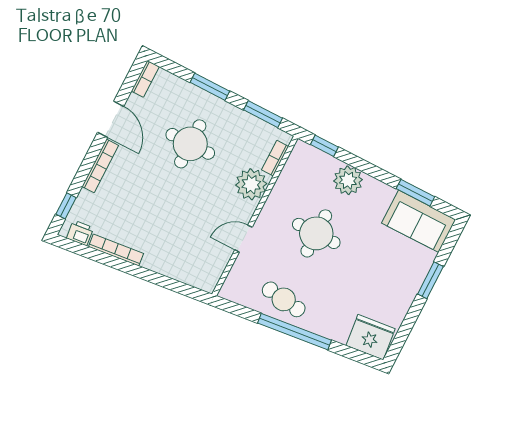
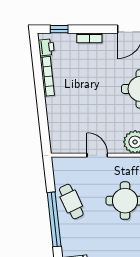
bookcase: (100, 166) -> (89, 38), width x0.64
cafe table: (284, 299) -> (71, 202), turned -33

